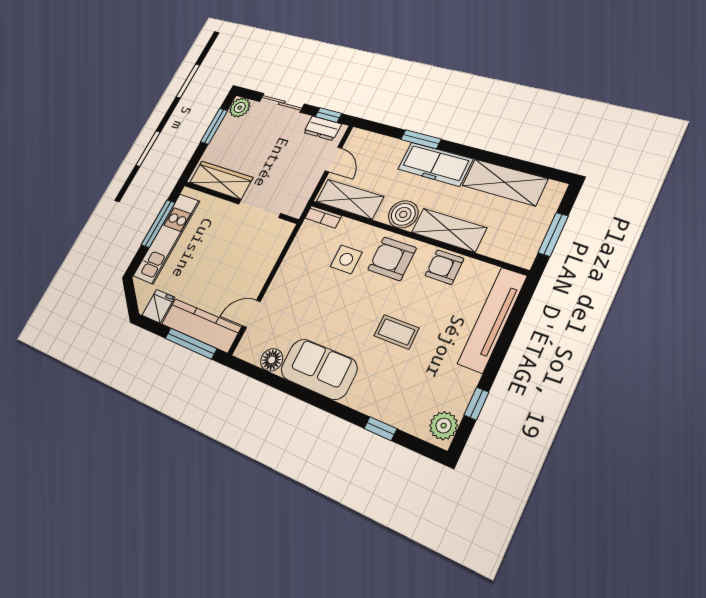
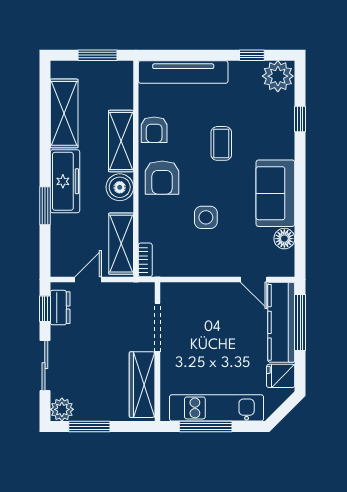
side table: (346, 259) -> (206, 217), moved
plant: (444, 426) -> (278, 76), width x1.36, depth x1.36

